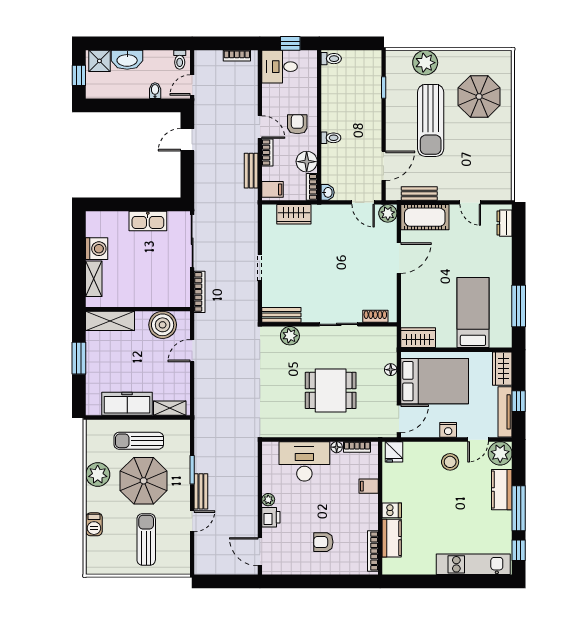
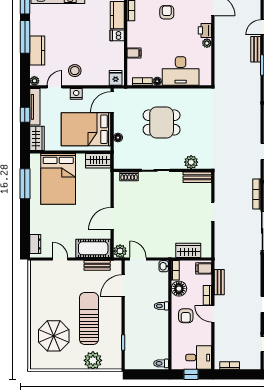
bed: (473, 313) -> (58, 179), width x1.50
plant: (500, 453) -> (34, 81), width x0.53, depth x0.53
armchair: (323, 542) -> (167, 12), turned -90

